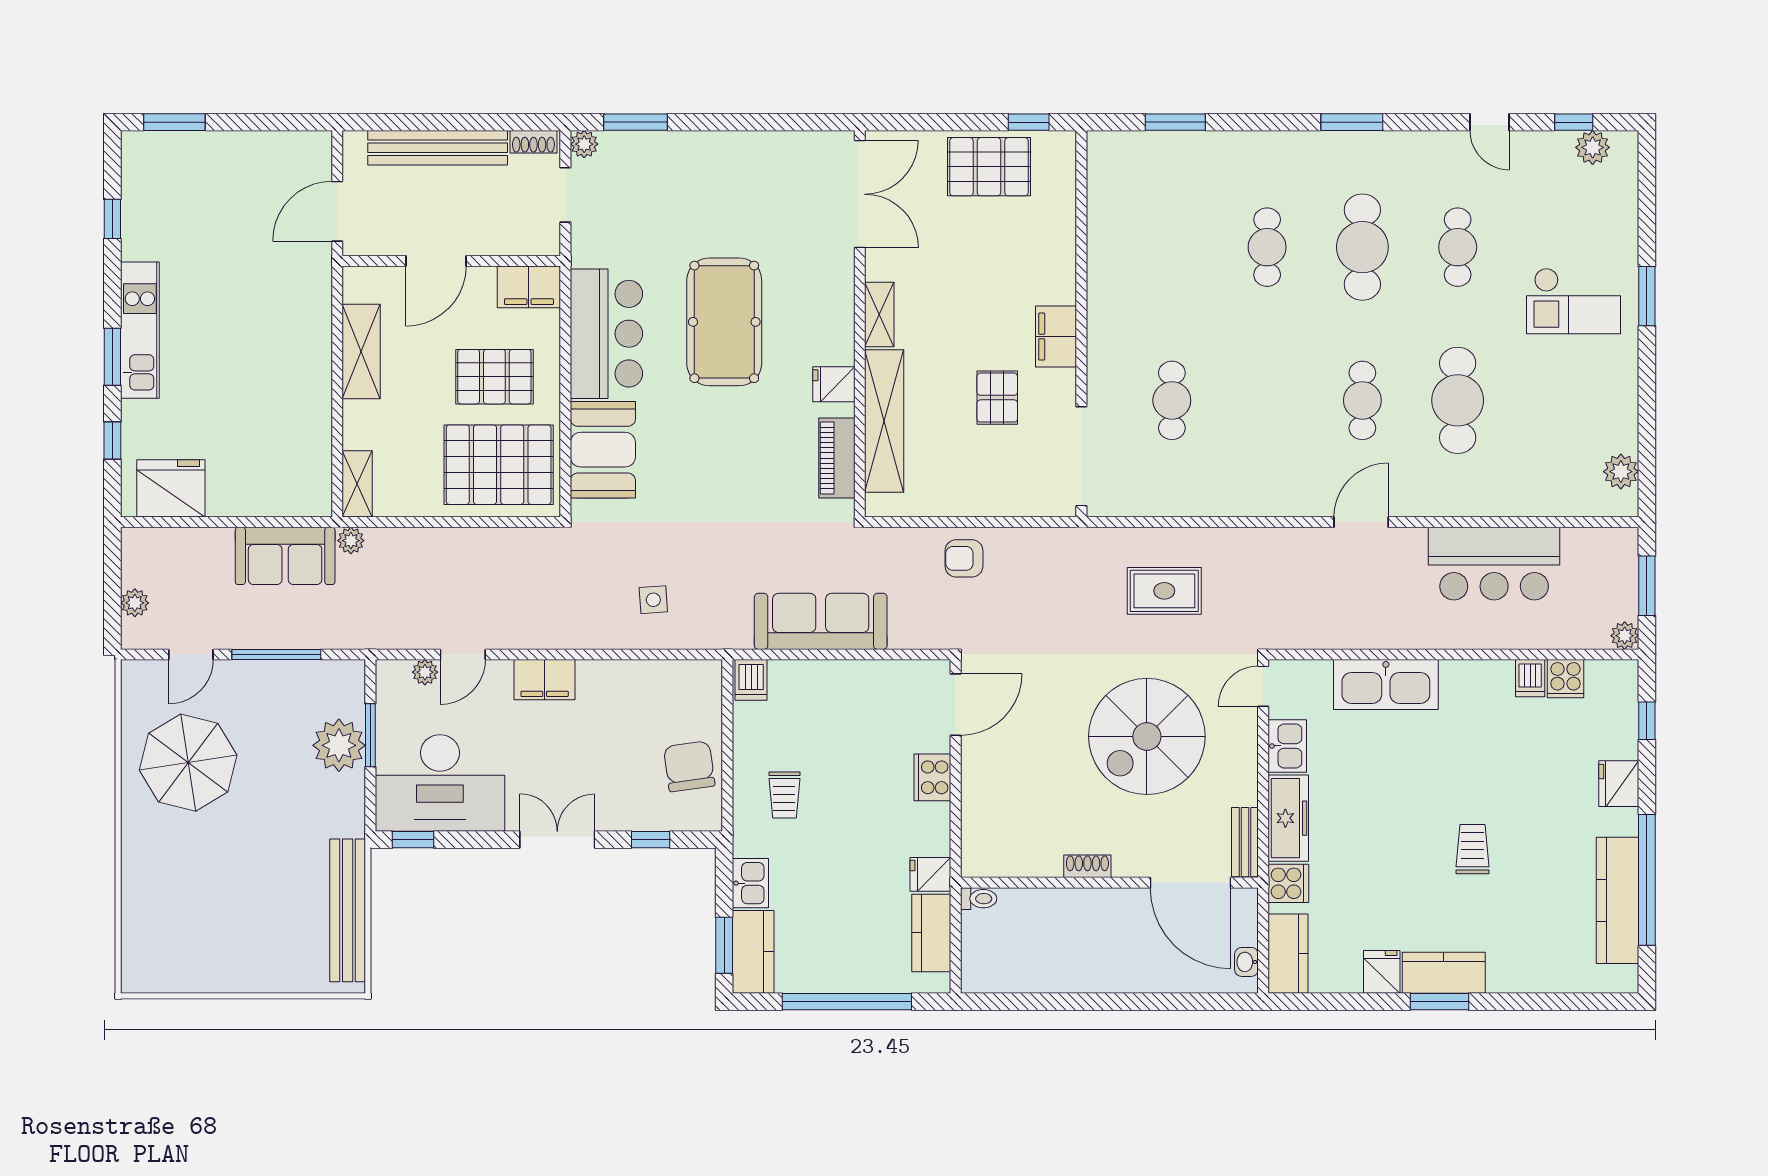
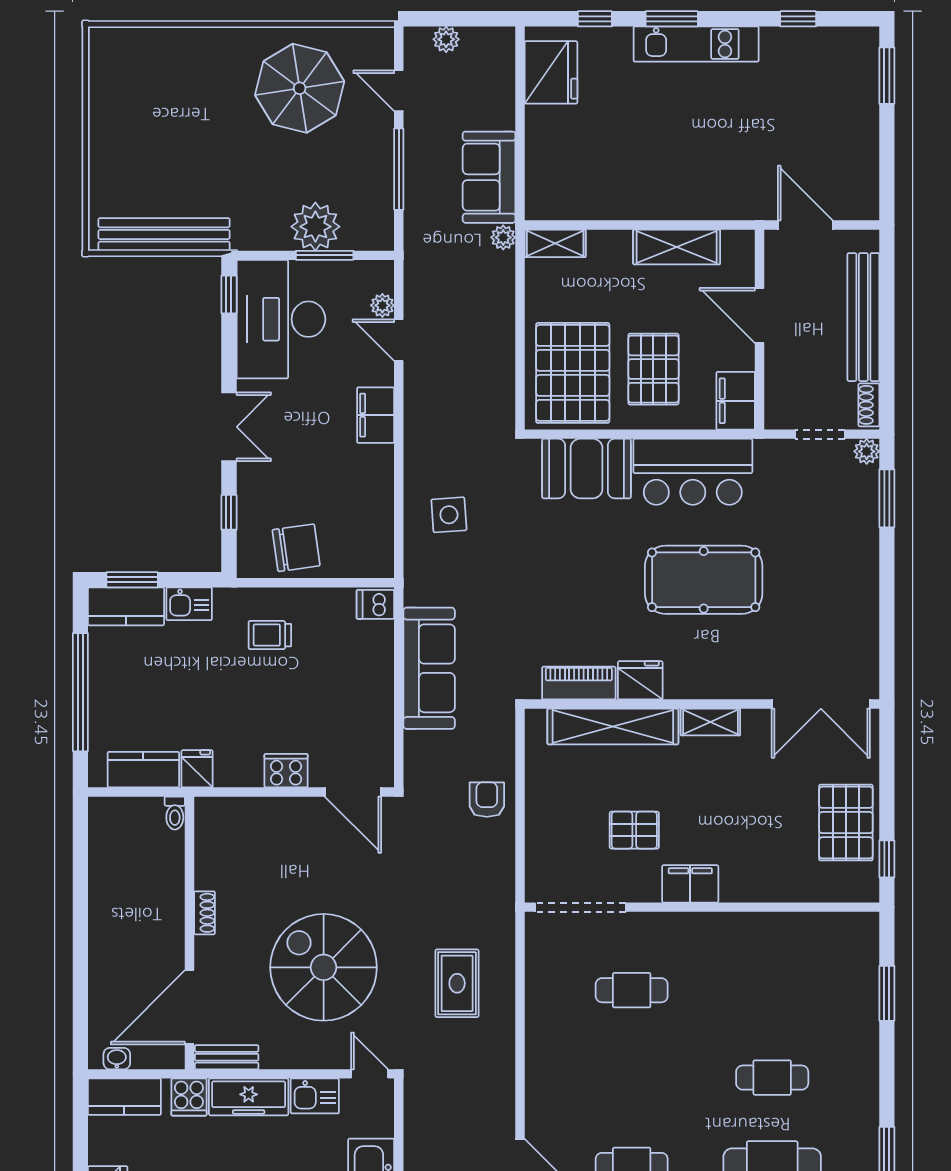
fridge: (834, 384) -> (640, 680), width x1.38
side table: (653, 600) -> (449, 515), width x1.37, depth x1.37

